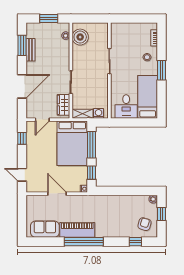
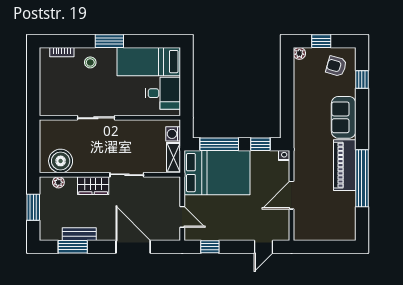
wardrobe: (63, 105) -> (93, 186), moved
sofa: (45, 229) -> (344, 117), moved
window: (84, 242) -> (362, 178), moved

